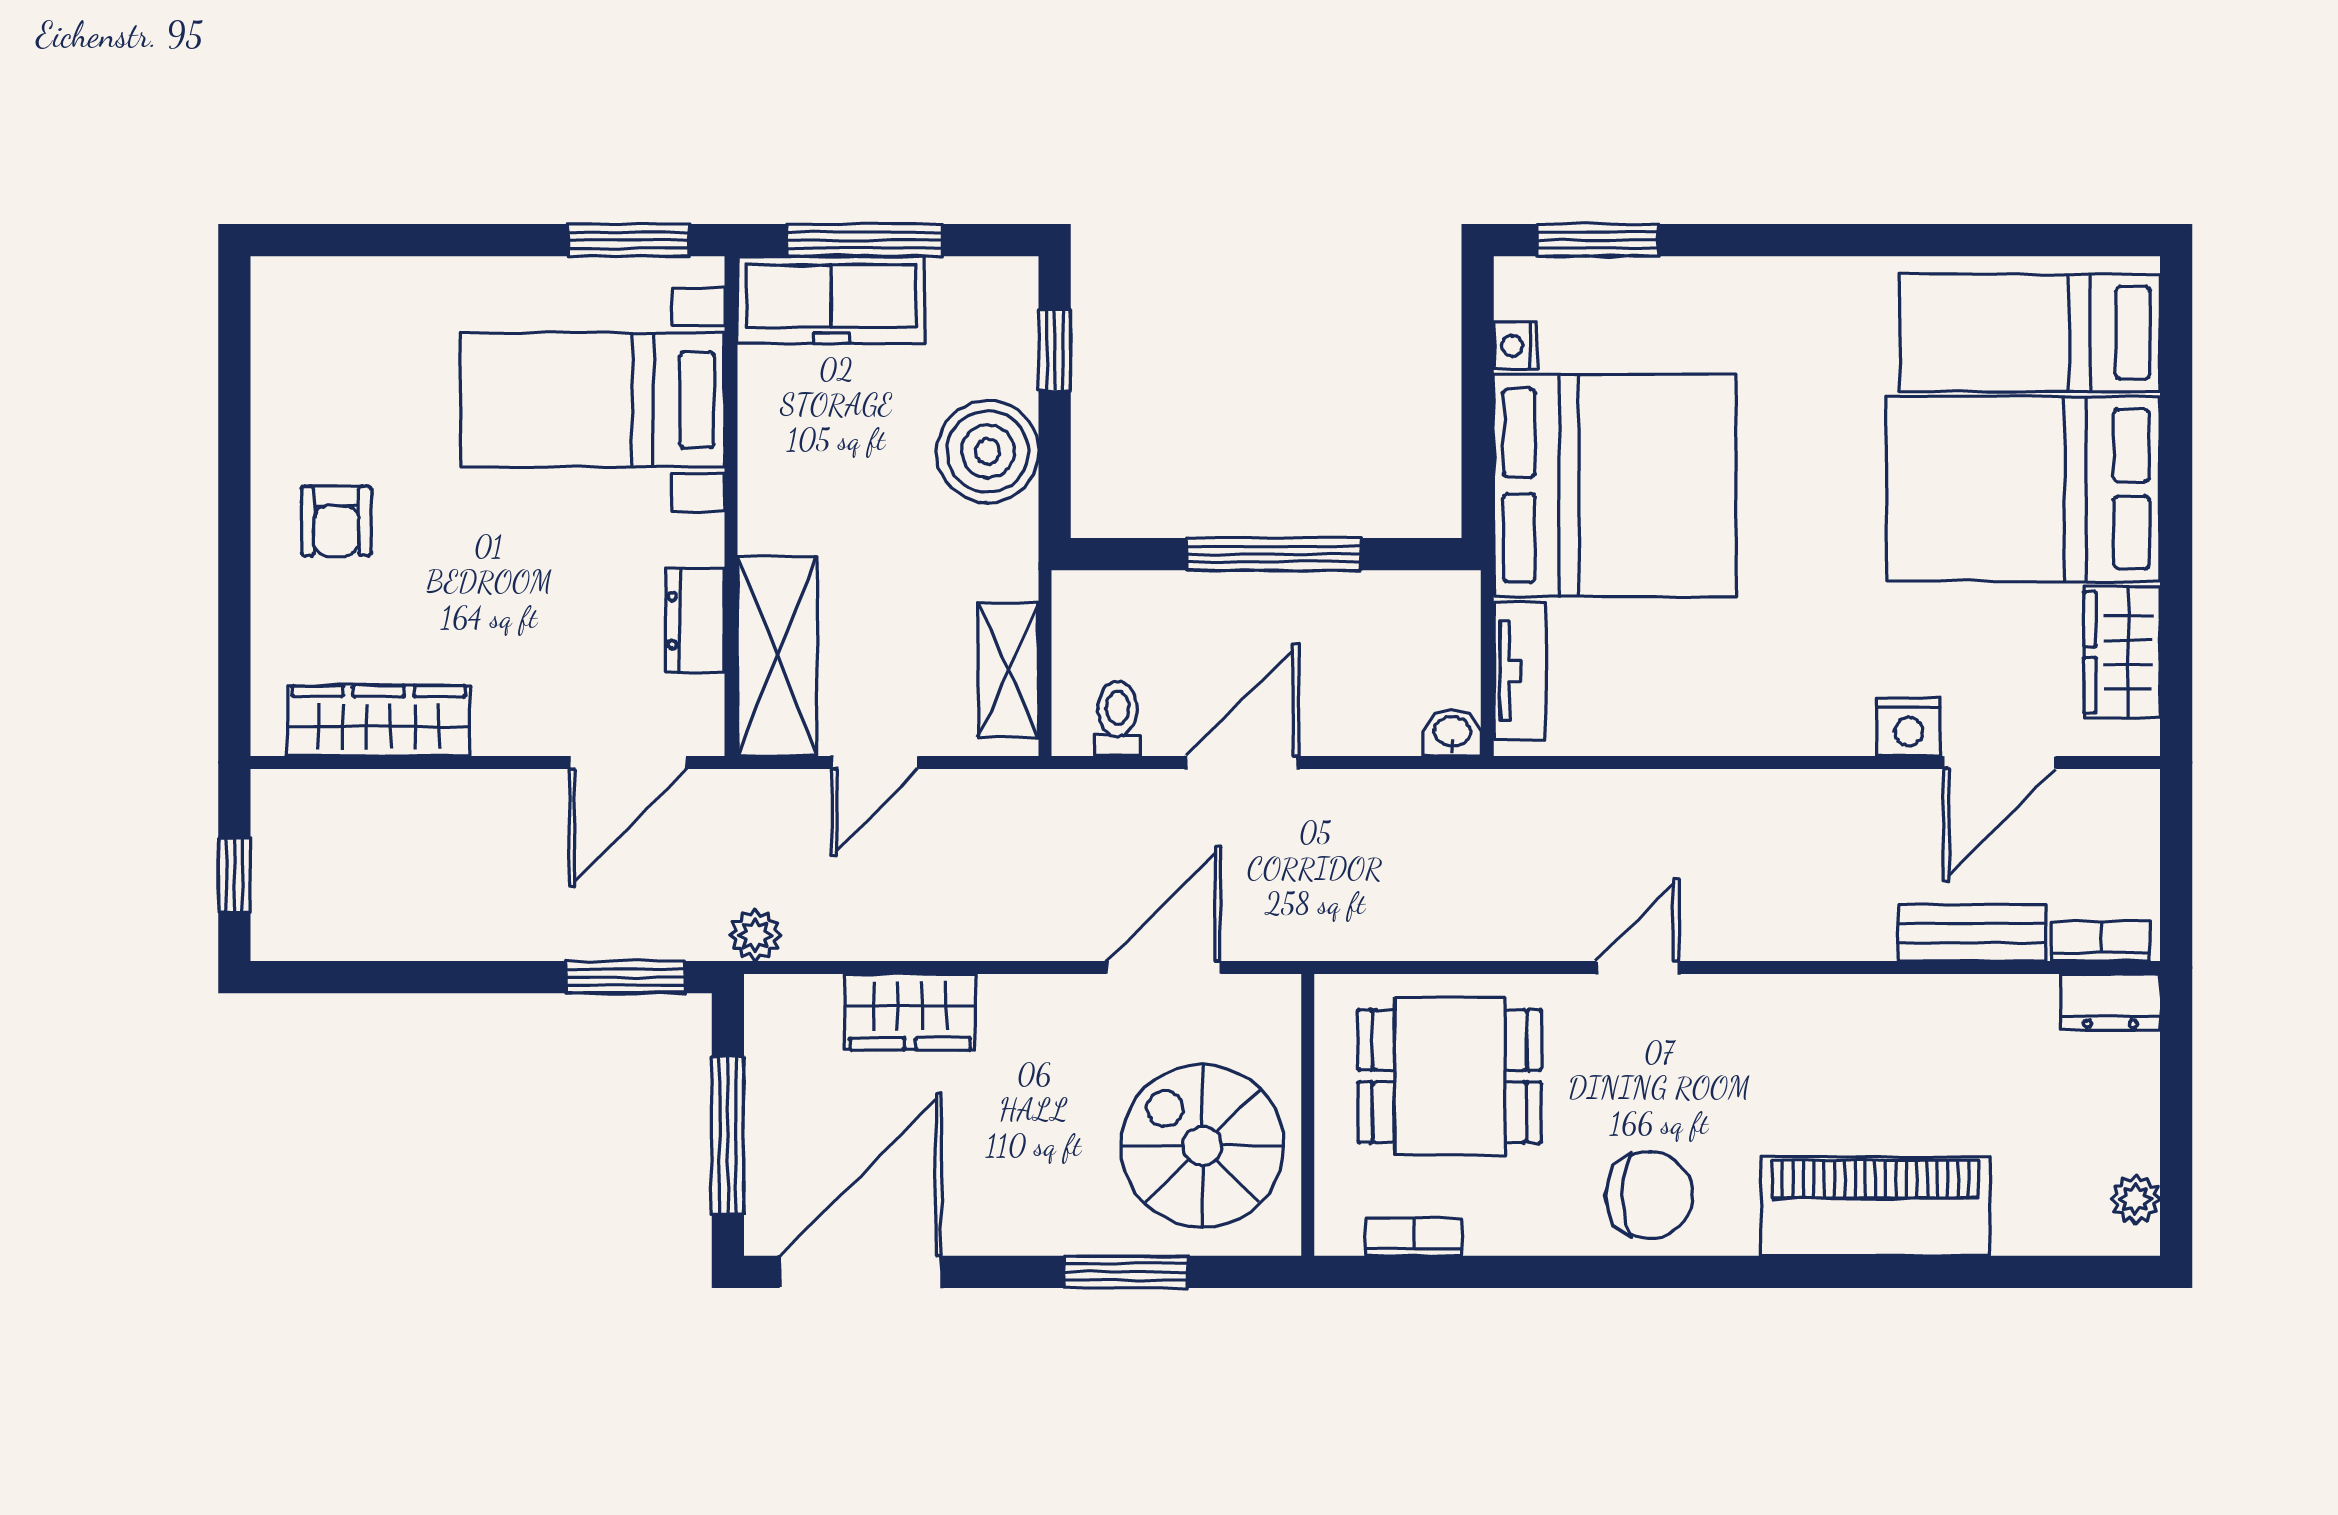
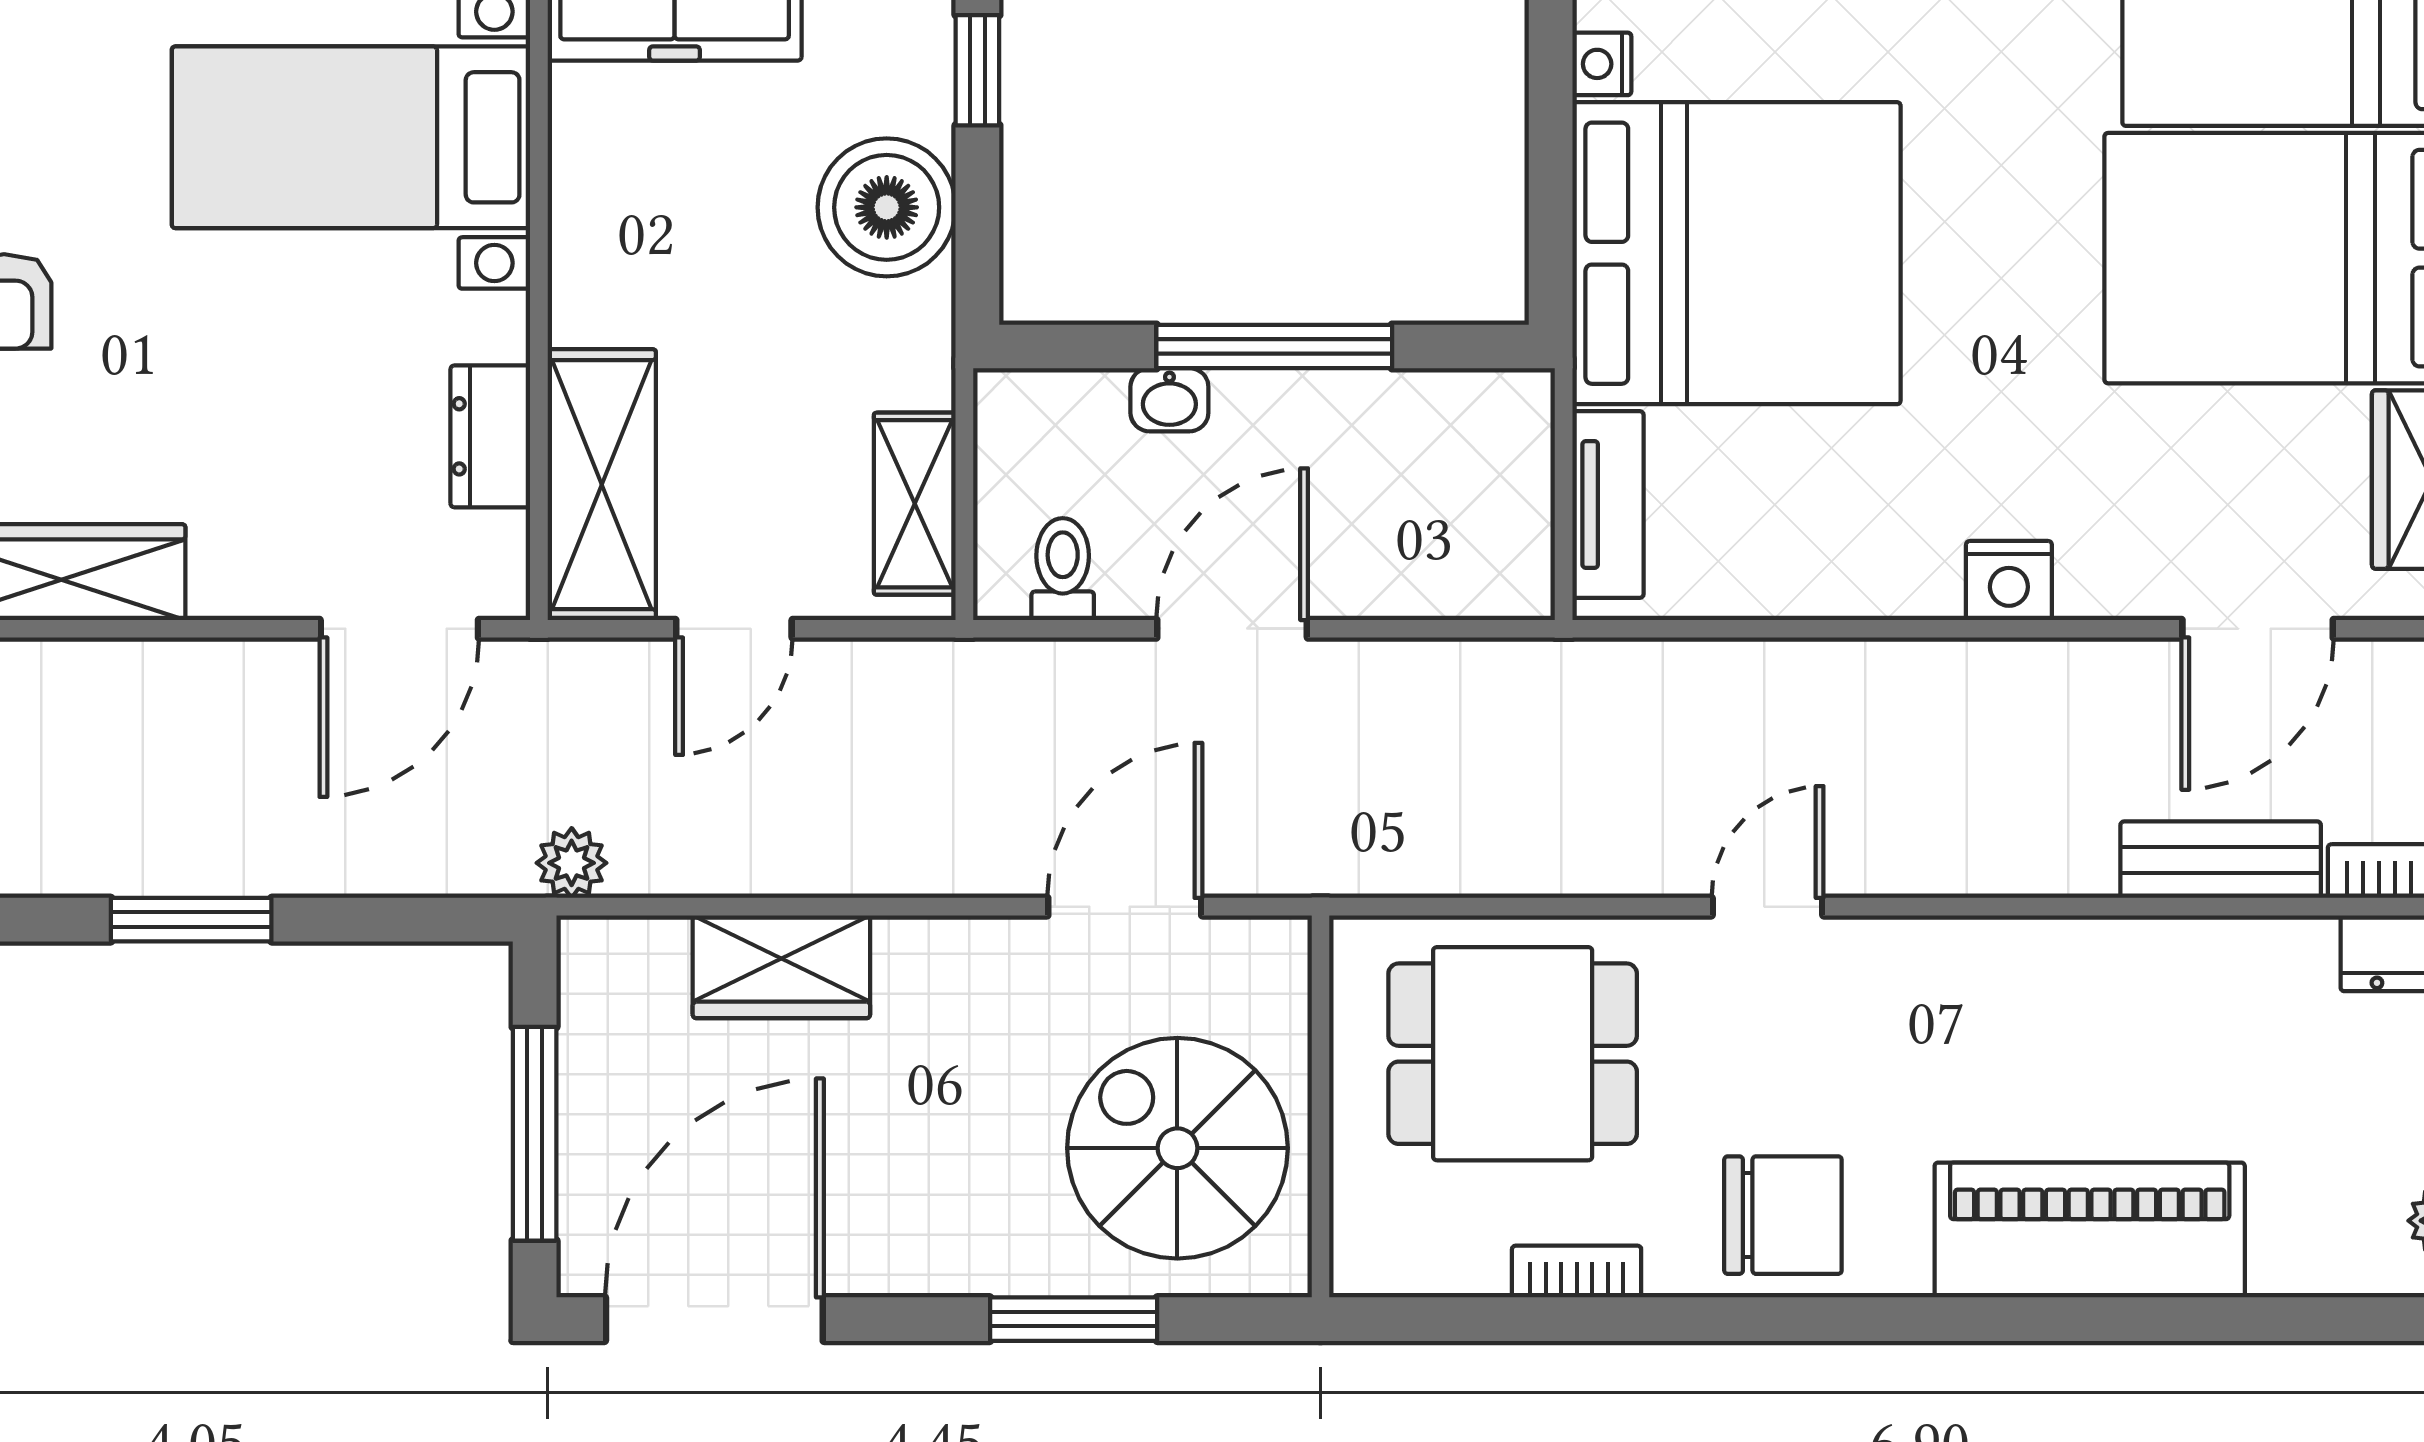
nightstand: (1909, 727) -> (2009, 580), moved
washbasin: (1452, 733) -> (1169, 400), moved, turned 180
window: (625, 977) -> (191, 920), moved
bookcase: (1414, 1237) -> (1577, 1272), moved

